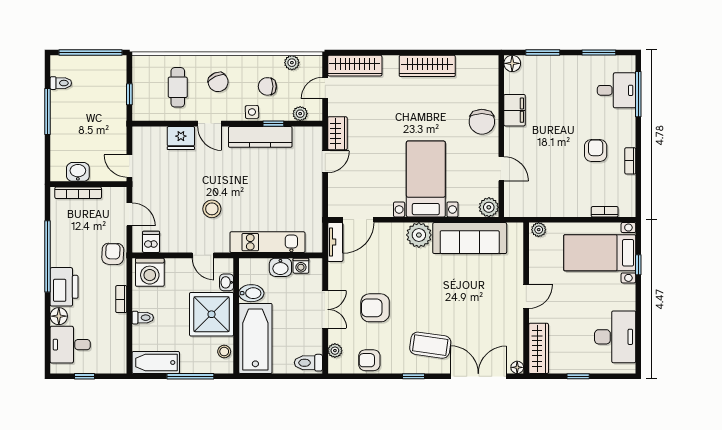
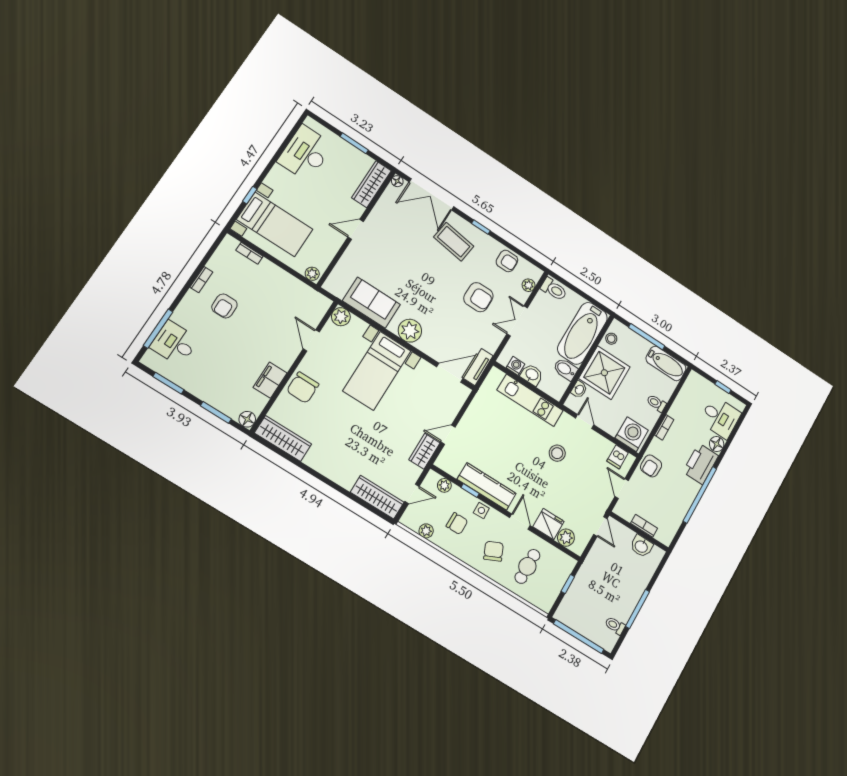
wardrobe: (427, 66) -> (283, 439), moved
chair: (482, 122) -> (303, 388), turned 180
plant: (157, 136) -> (566, 538), added
bookcase: (78, 193) -> (644, 526), width x0.64
sofa: (470, 238) -> (371, 303), width x0.73
window: (578, 376) -> (354, 143), width x1.50

